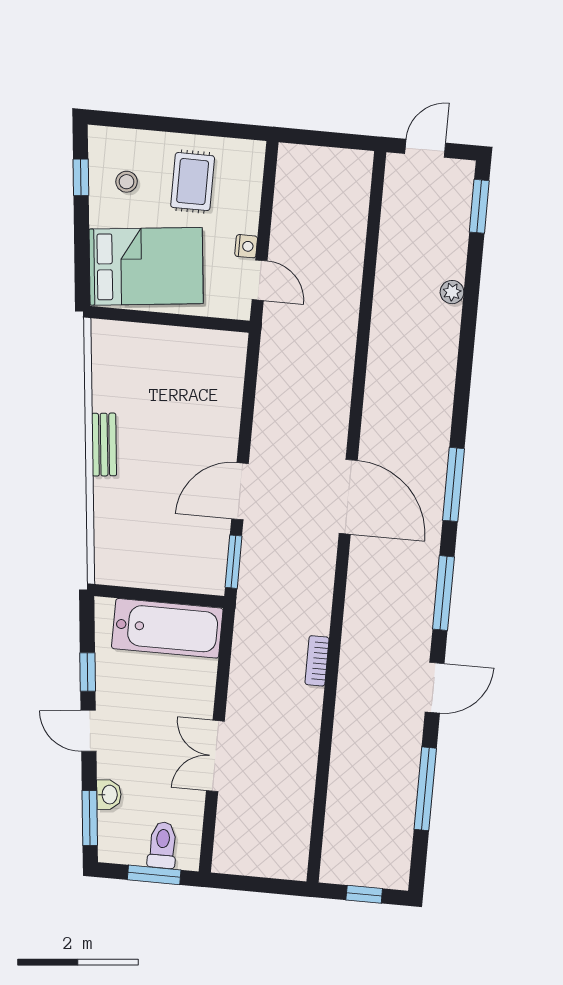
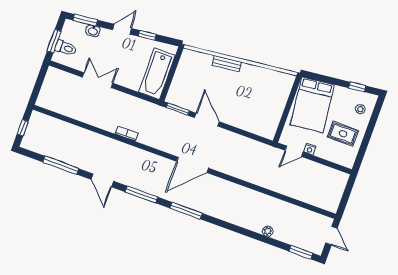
stool: (127, 182) -> (360, 109), moved
bench: (104, 445) -> (227, 64), moved

